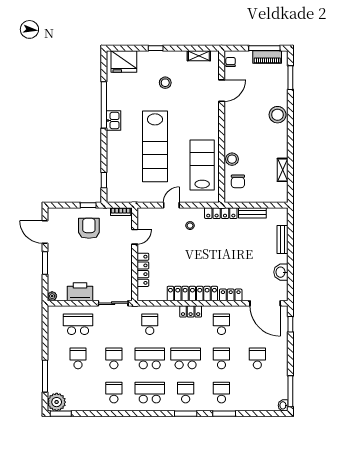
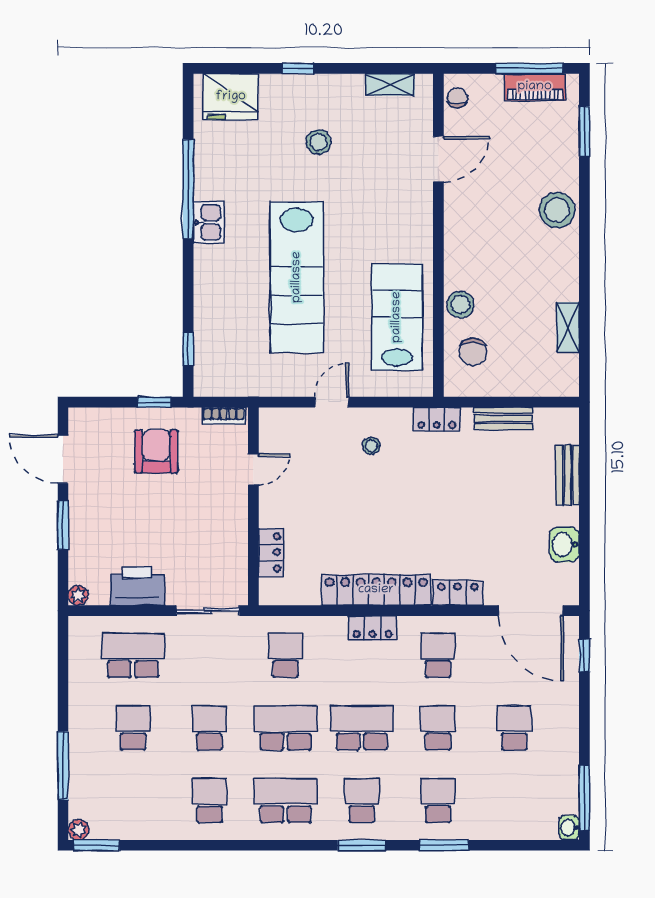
locker: (221, 213) -> (437, 419), width x0.66
locker: (143, 270) -> (271, 552), width x0.66
plant: (57, 402) -> (79, 830), width x0.53, depth x0.53

